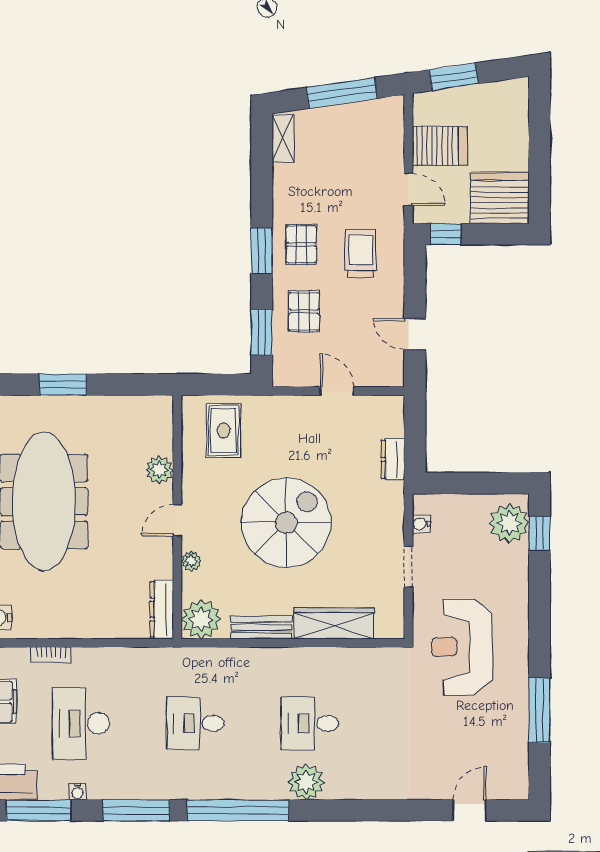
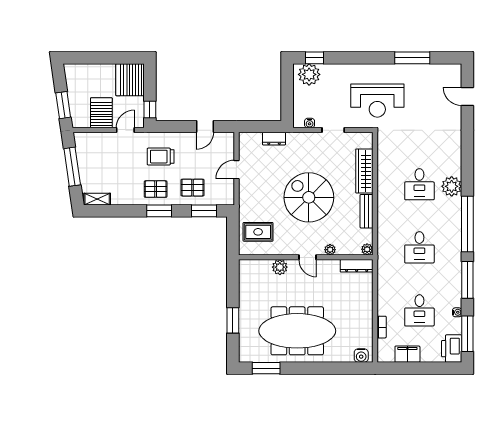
plant: (201, 619) -> (367, 249), width x0.53, depth x0.53
desk: (81, 723) -> (419, 310), width x0.73

